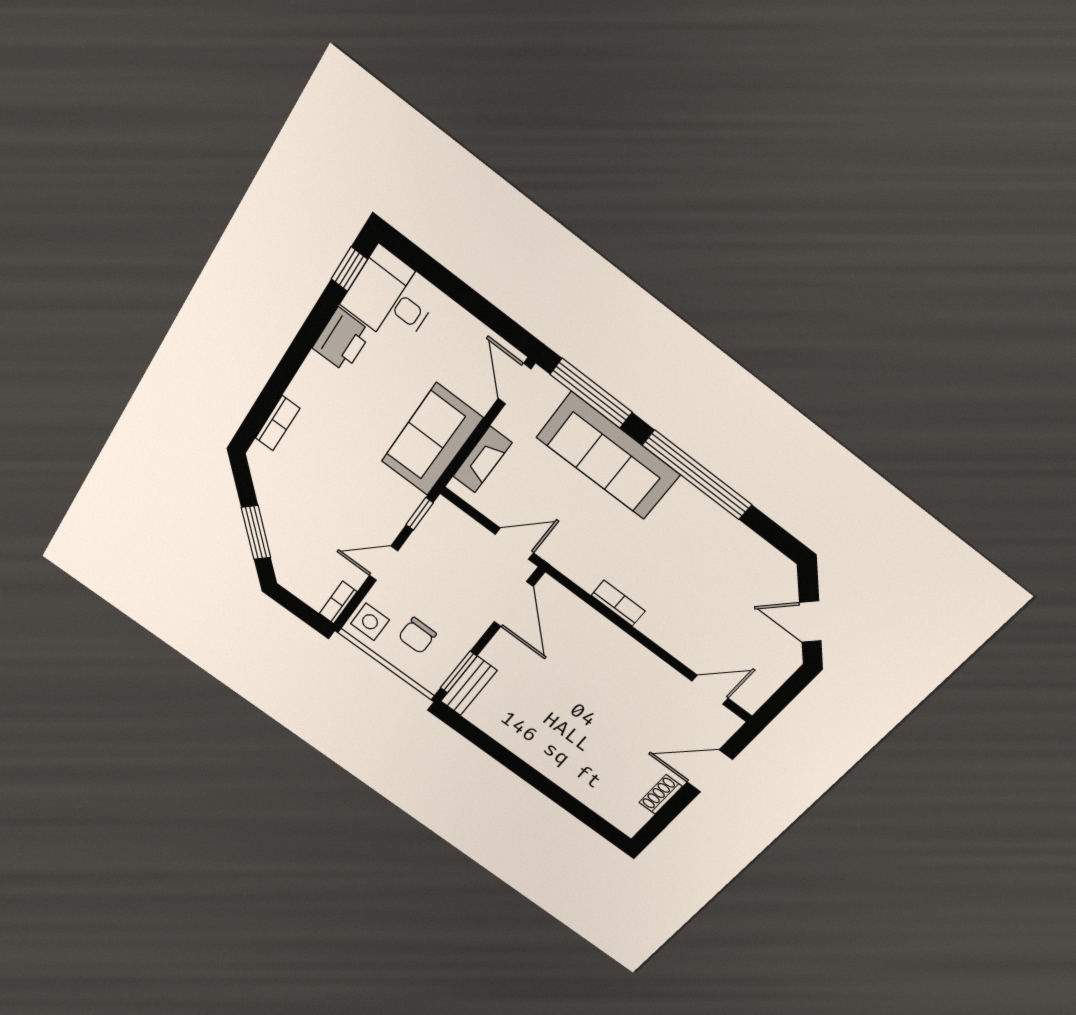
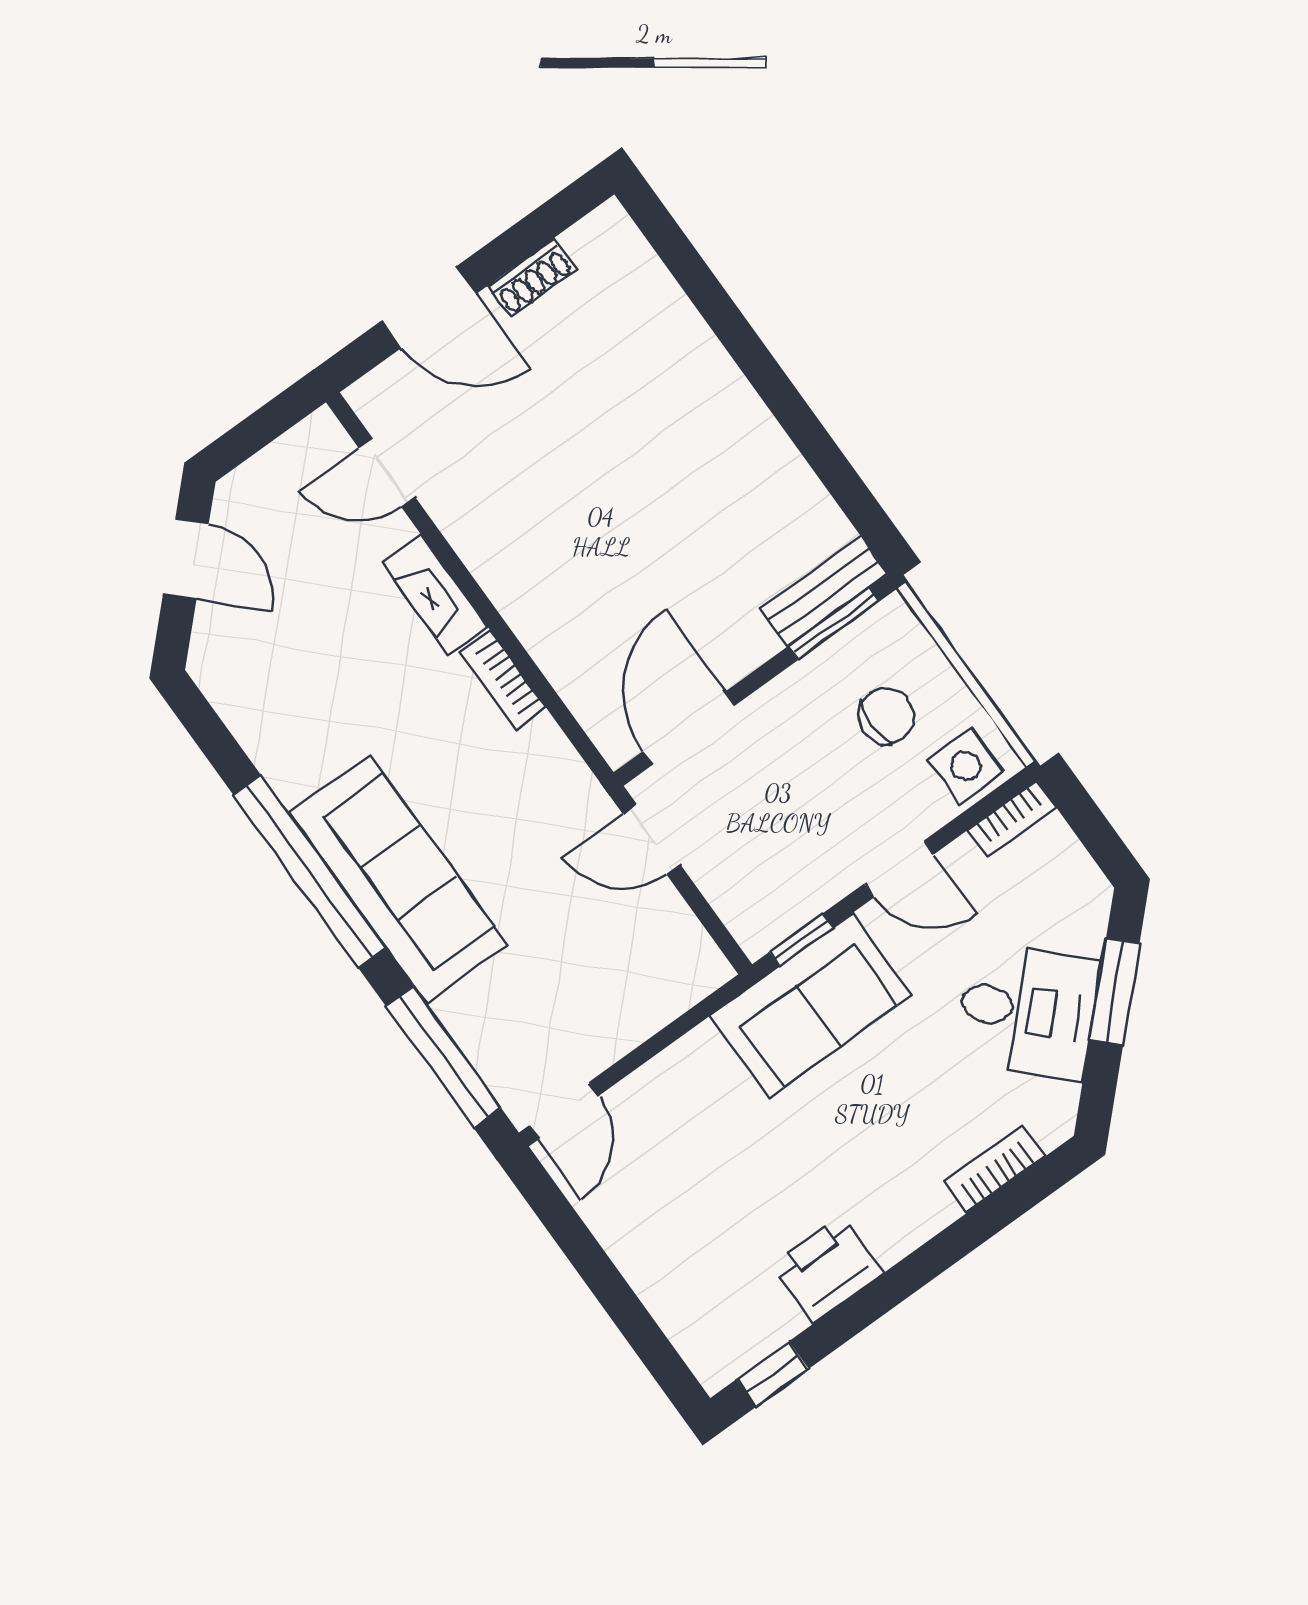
desk: (391, 298) -> (1027, 1010), moved, turned -45
sofa: (432, 440) -> (811, 1005), moved
sofa: (608, 456) -> (398, 880), moved
fireplace: (482, 460) -> (435, 595), moved, turned -90

